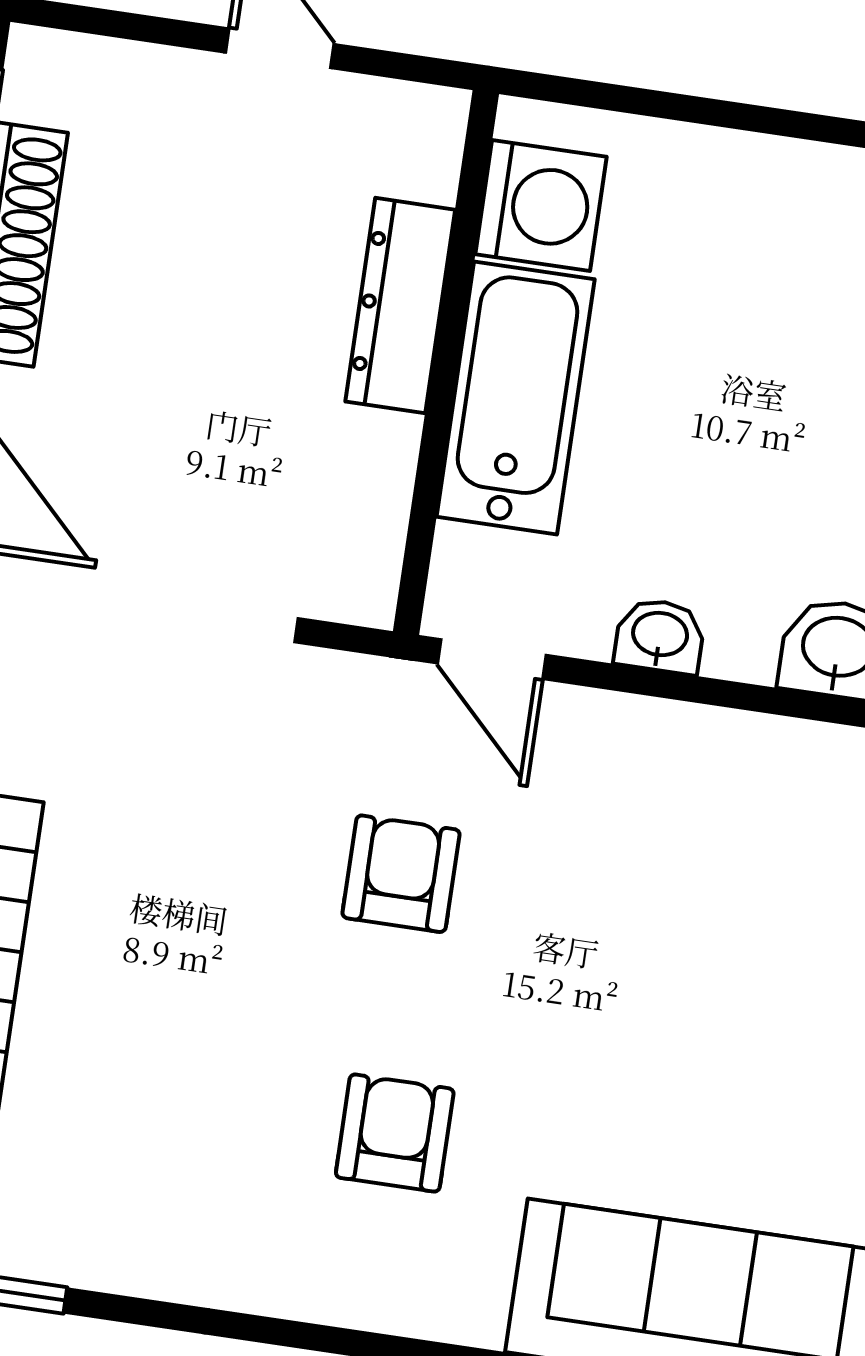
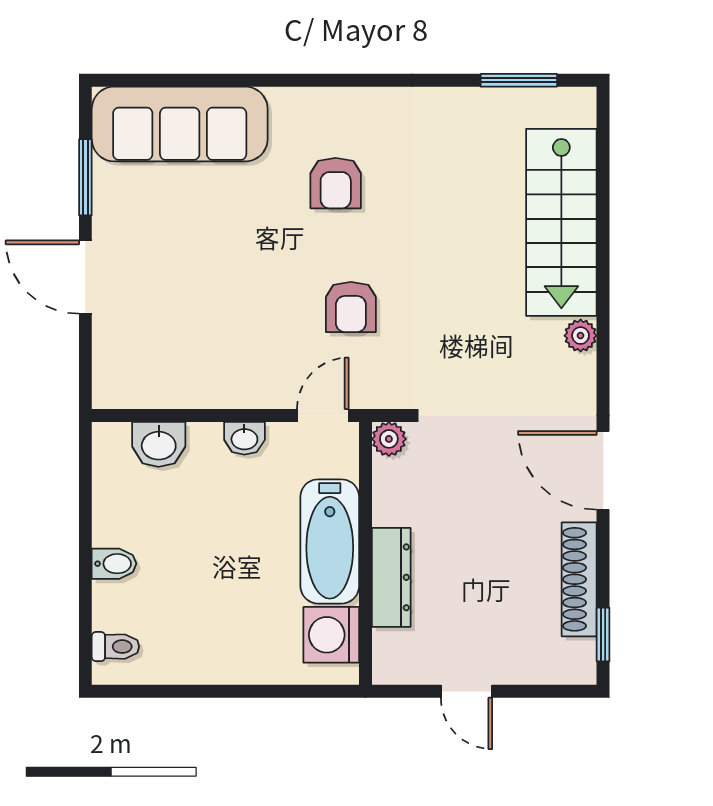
plant: (363, 591) -> (389, 439), added
door: (492, 659) -> (323, 415), hinge flipped

